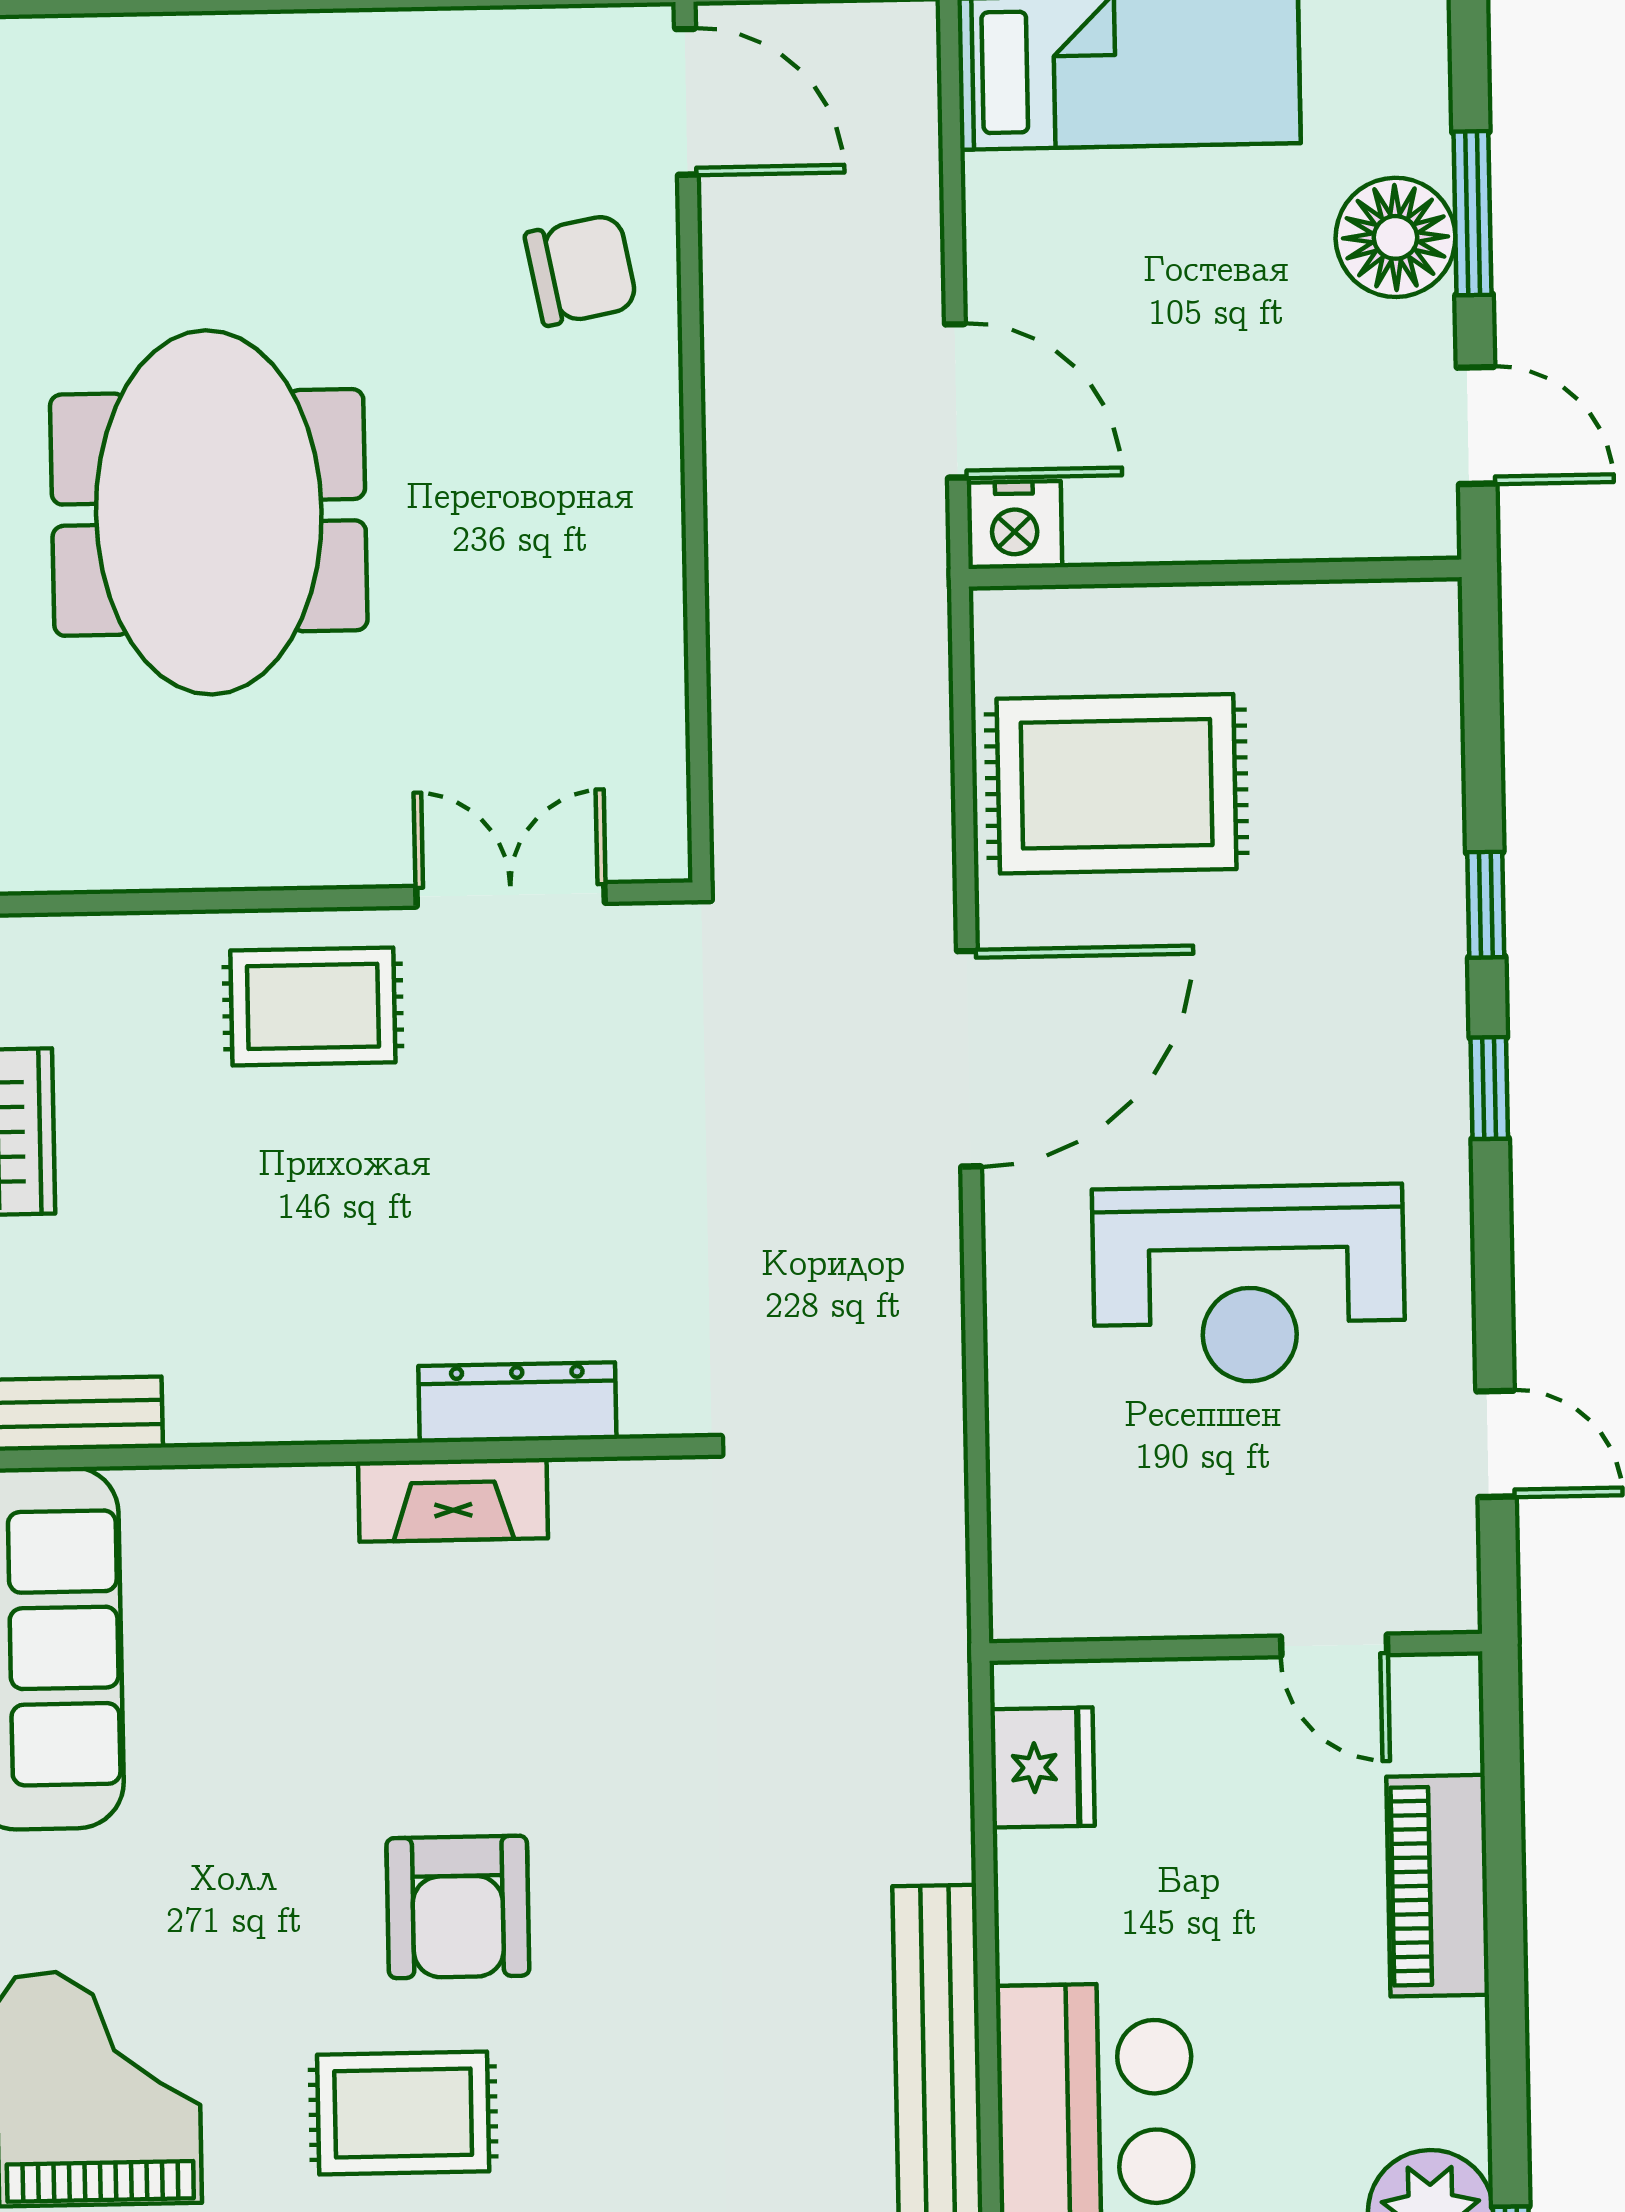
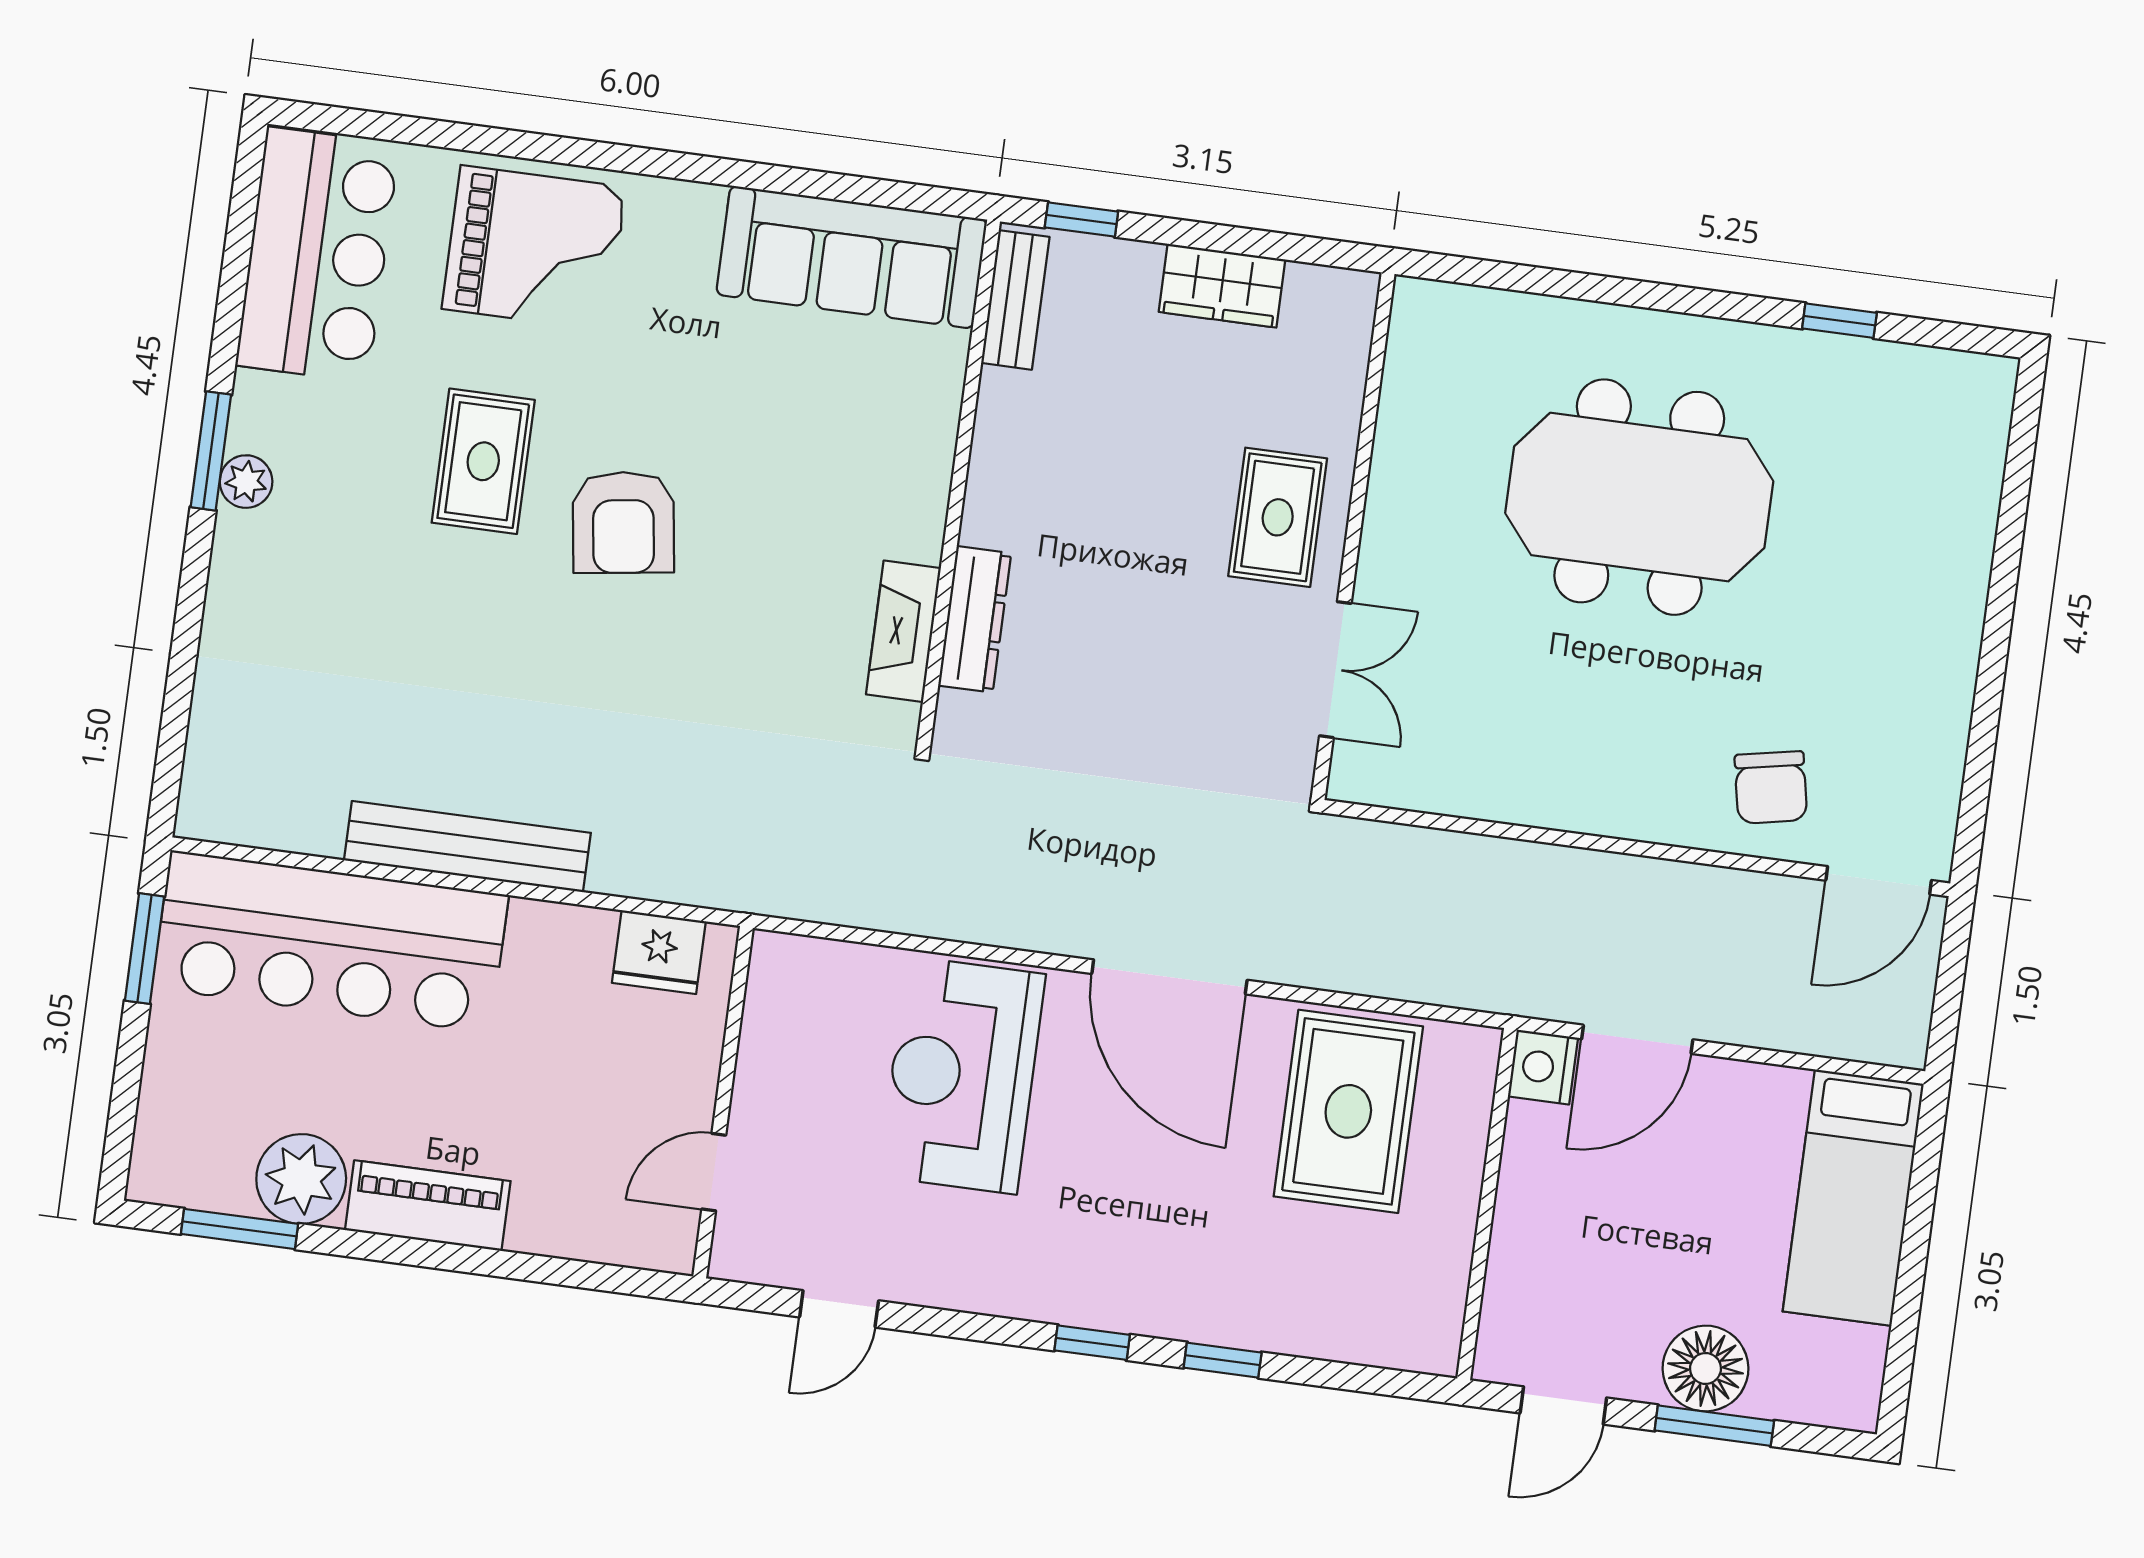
reception desk: (1249, 1284) -> (962, 1075), moved
fireplace: (453, 1500) -> (903, 631), moved
piano: (1438, 1886) -> (428, 1206), moved
armchair: (458, 1907) -> (623, 522), turned -98

